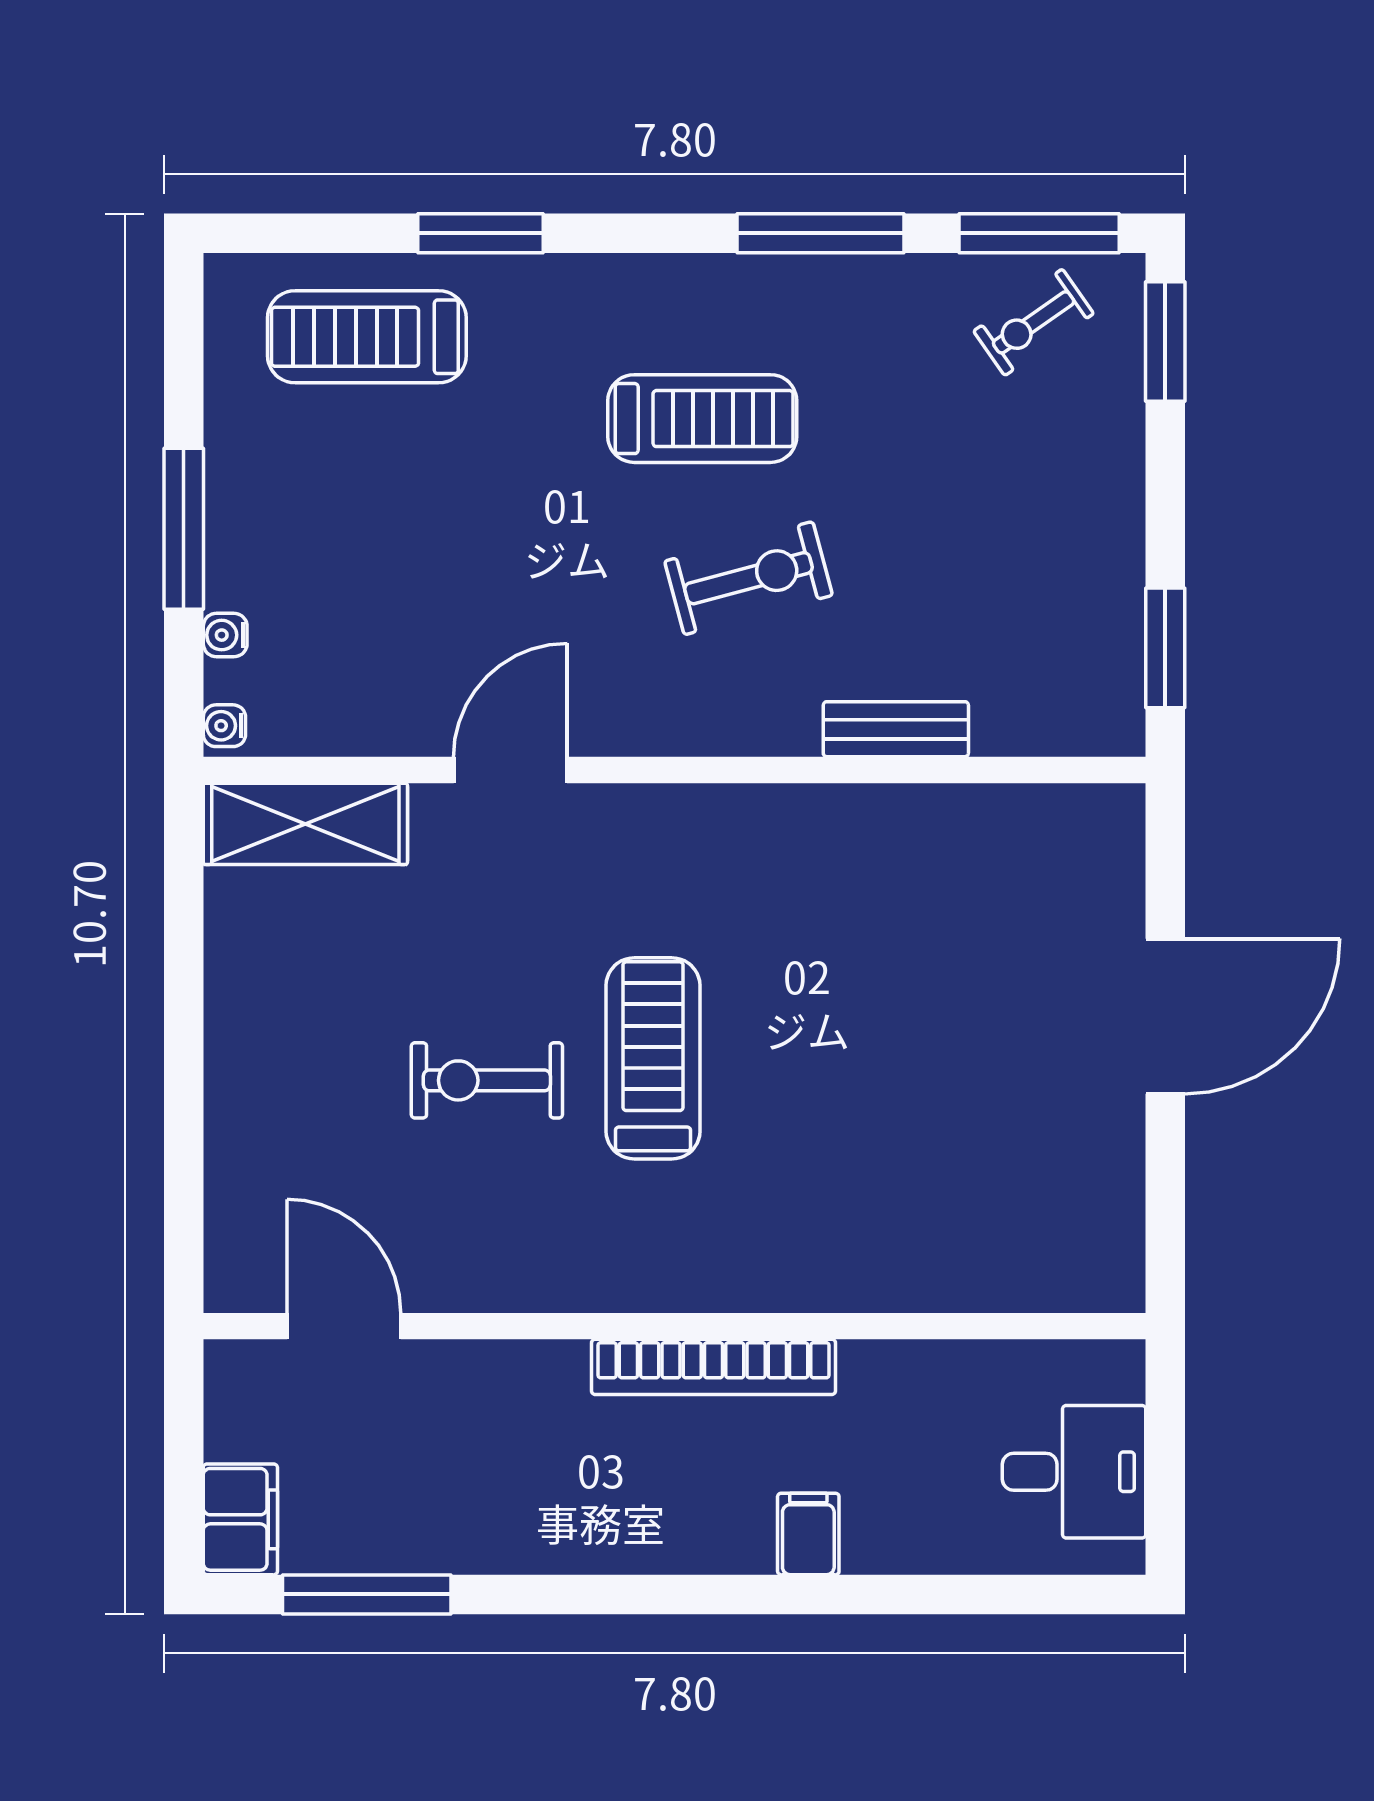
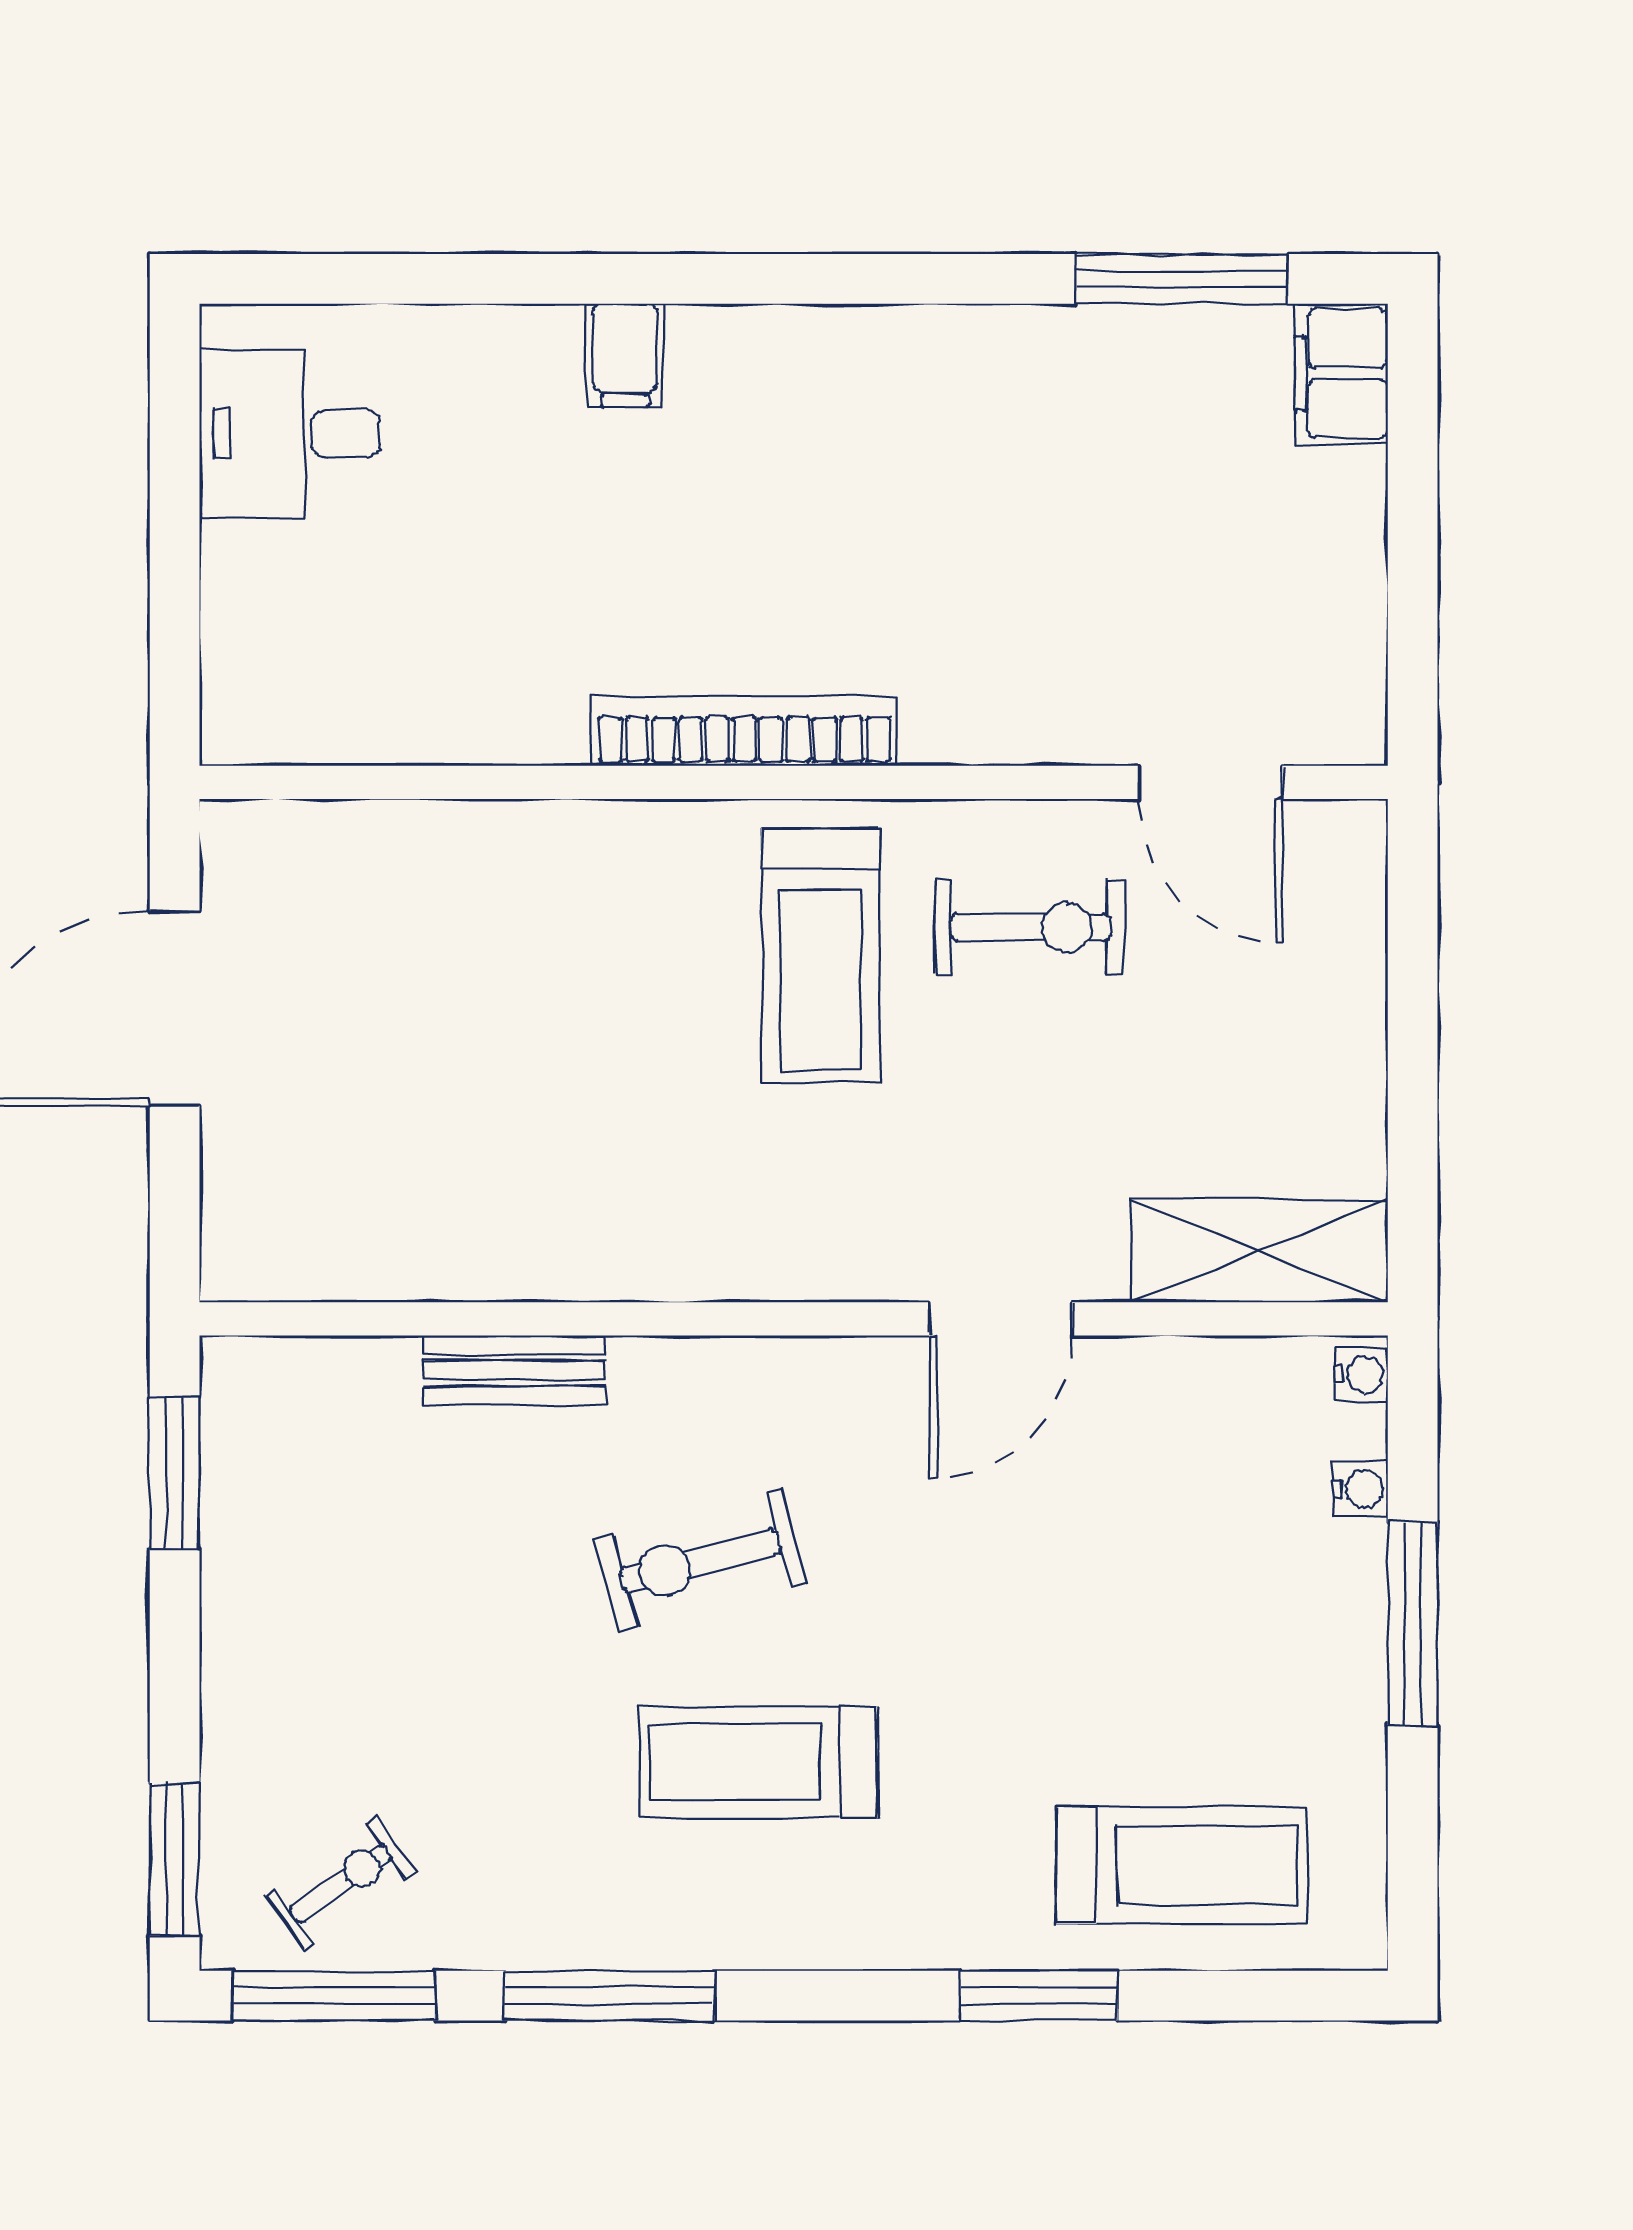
door: (344, 1326) -> (1211, 782), moved
wall: (675, 1326) -> (794, 782), moved
bookcase: (714, 1367) -> (744, 731), moved

